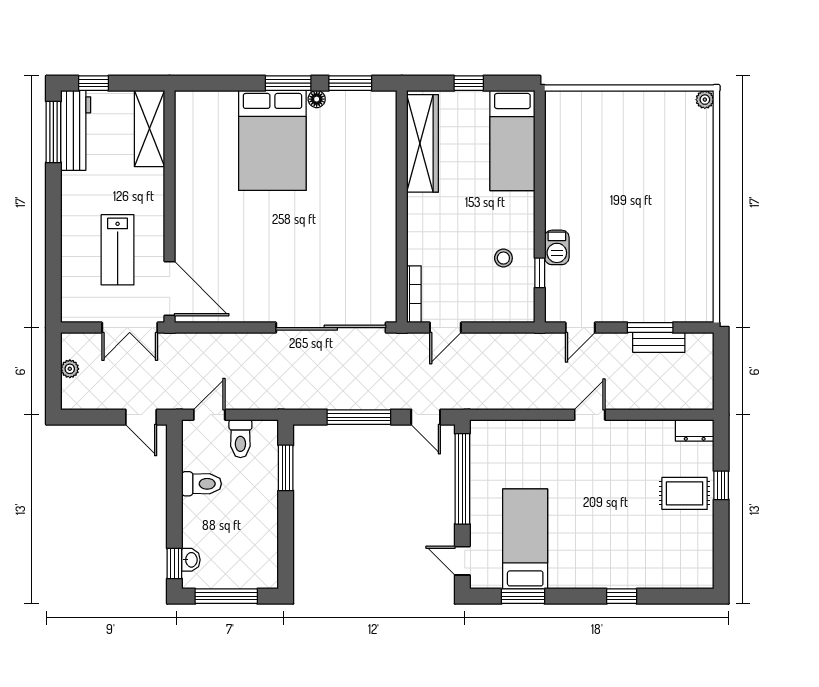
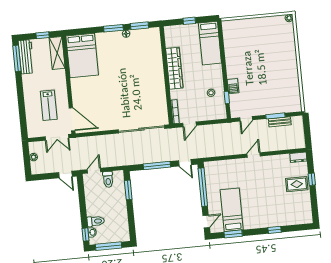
window: (93, 83) -> (43, 35), moved
bed: (272, 140) -> (82, 56), moved
wardrobe: (422, 143) -> (174, 68), moved
toilet: (202, 484) -> (96, 221), moved
door: (462, 561) -> (206, 222), swing flipped

